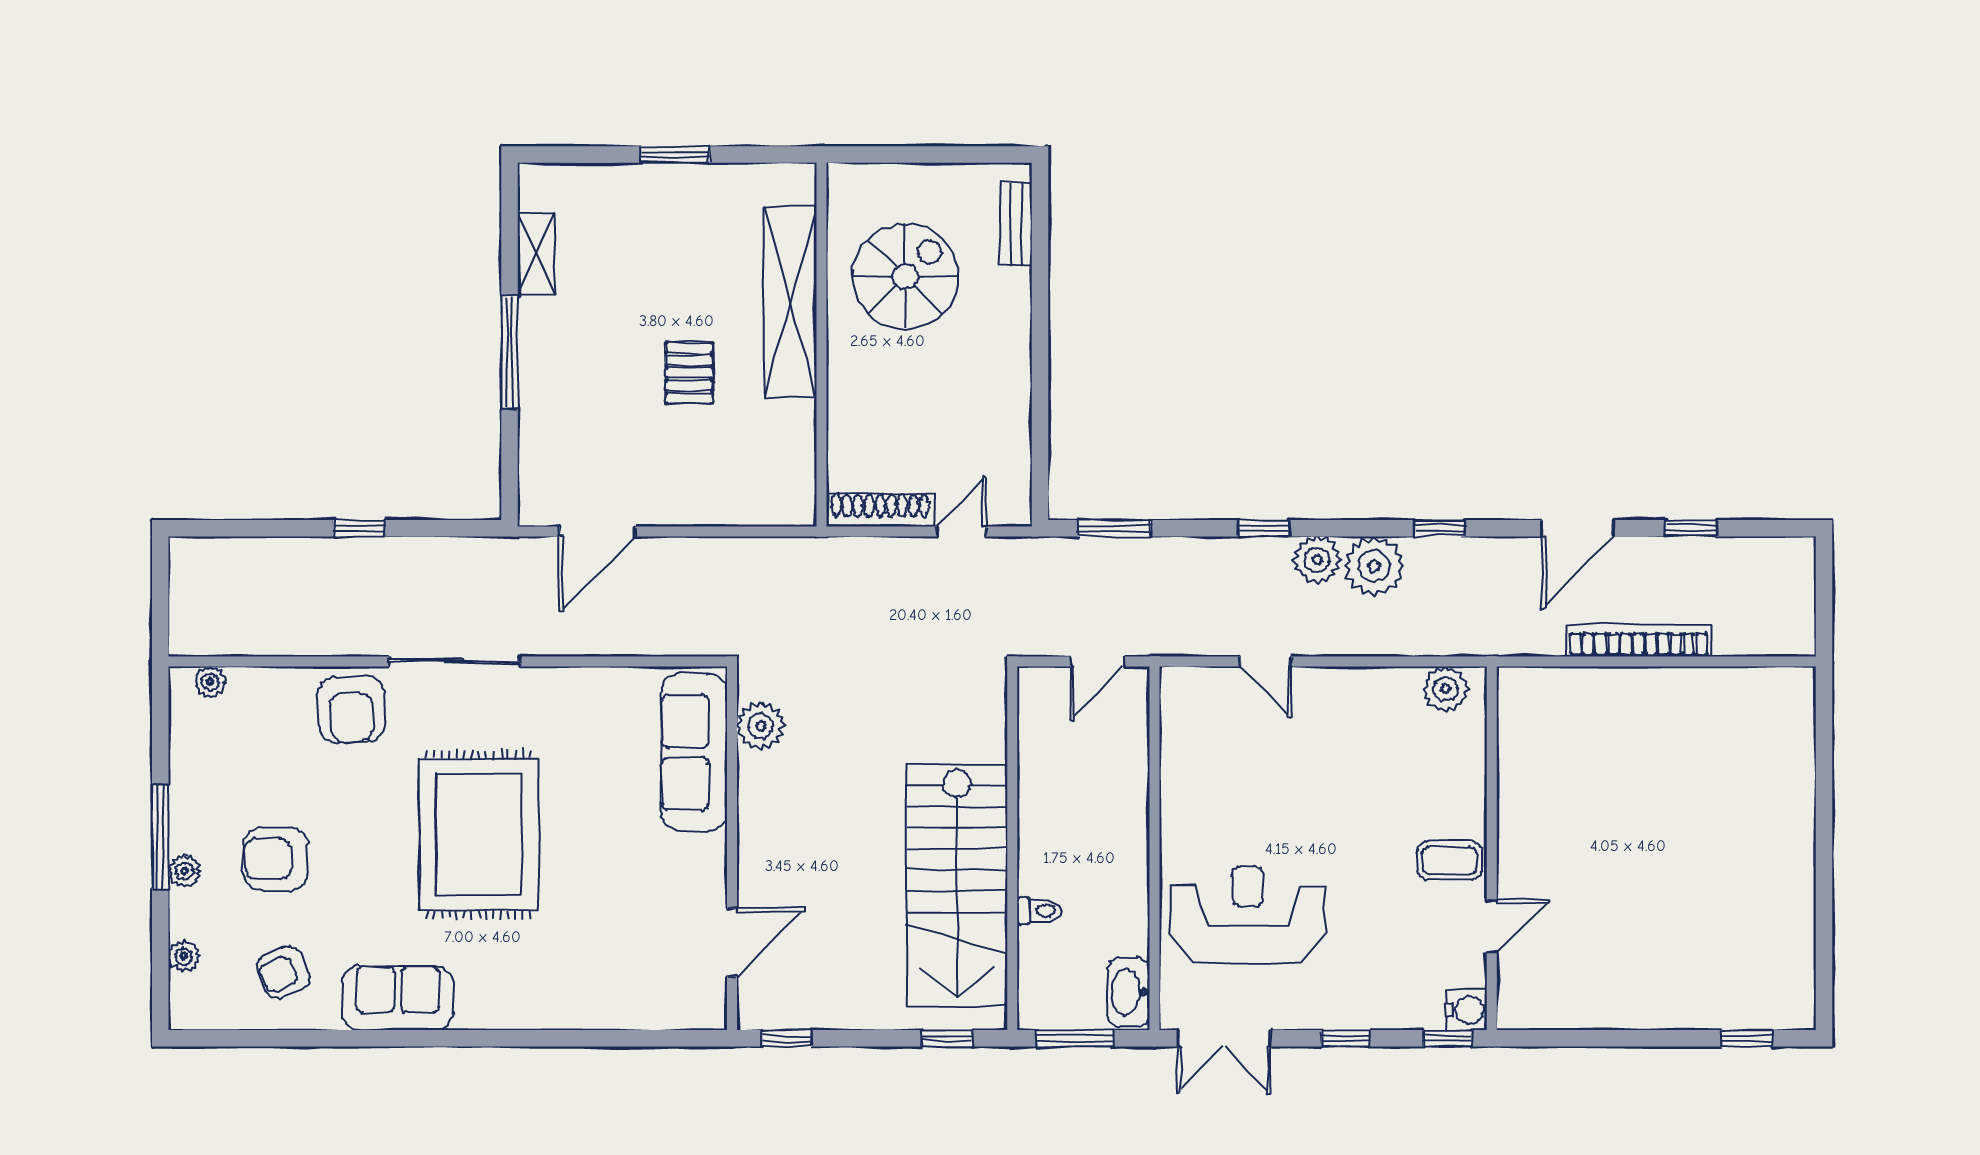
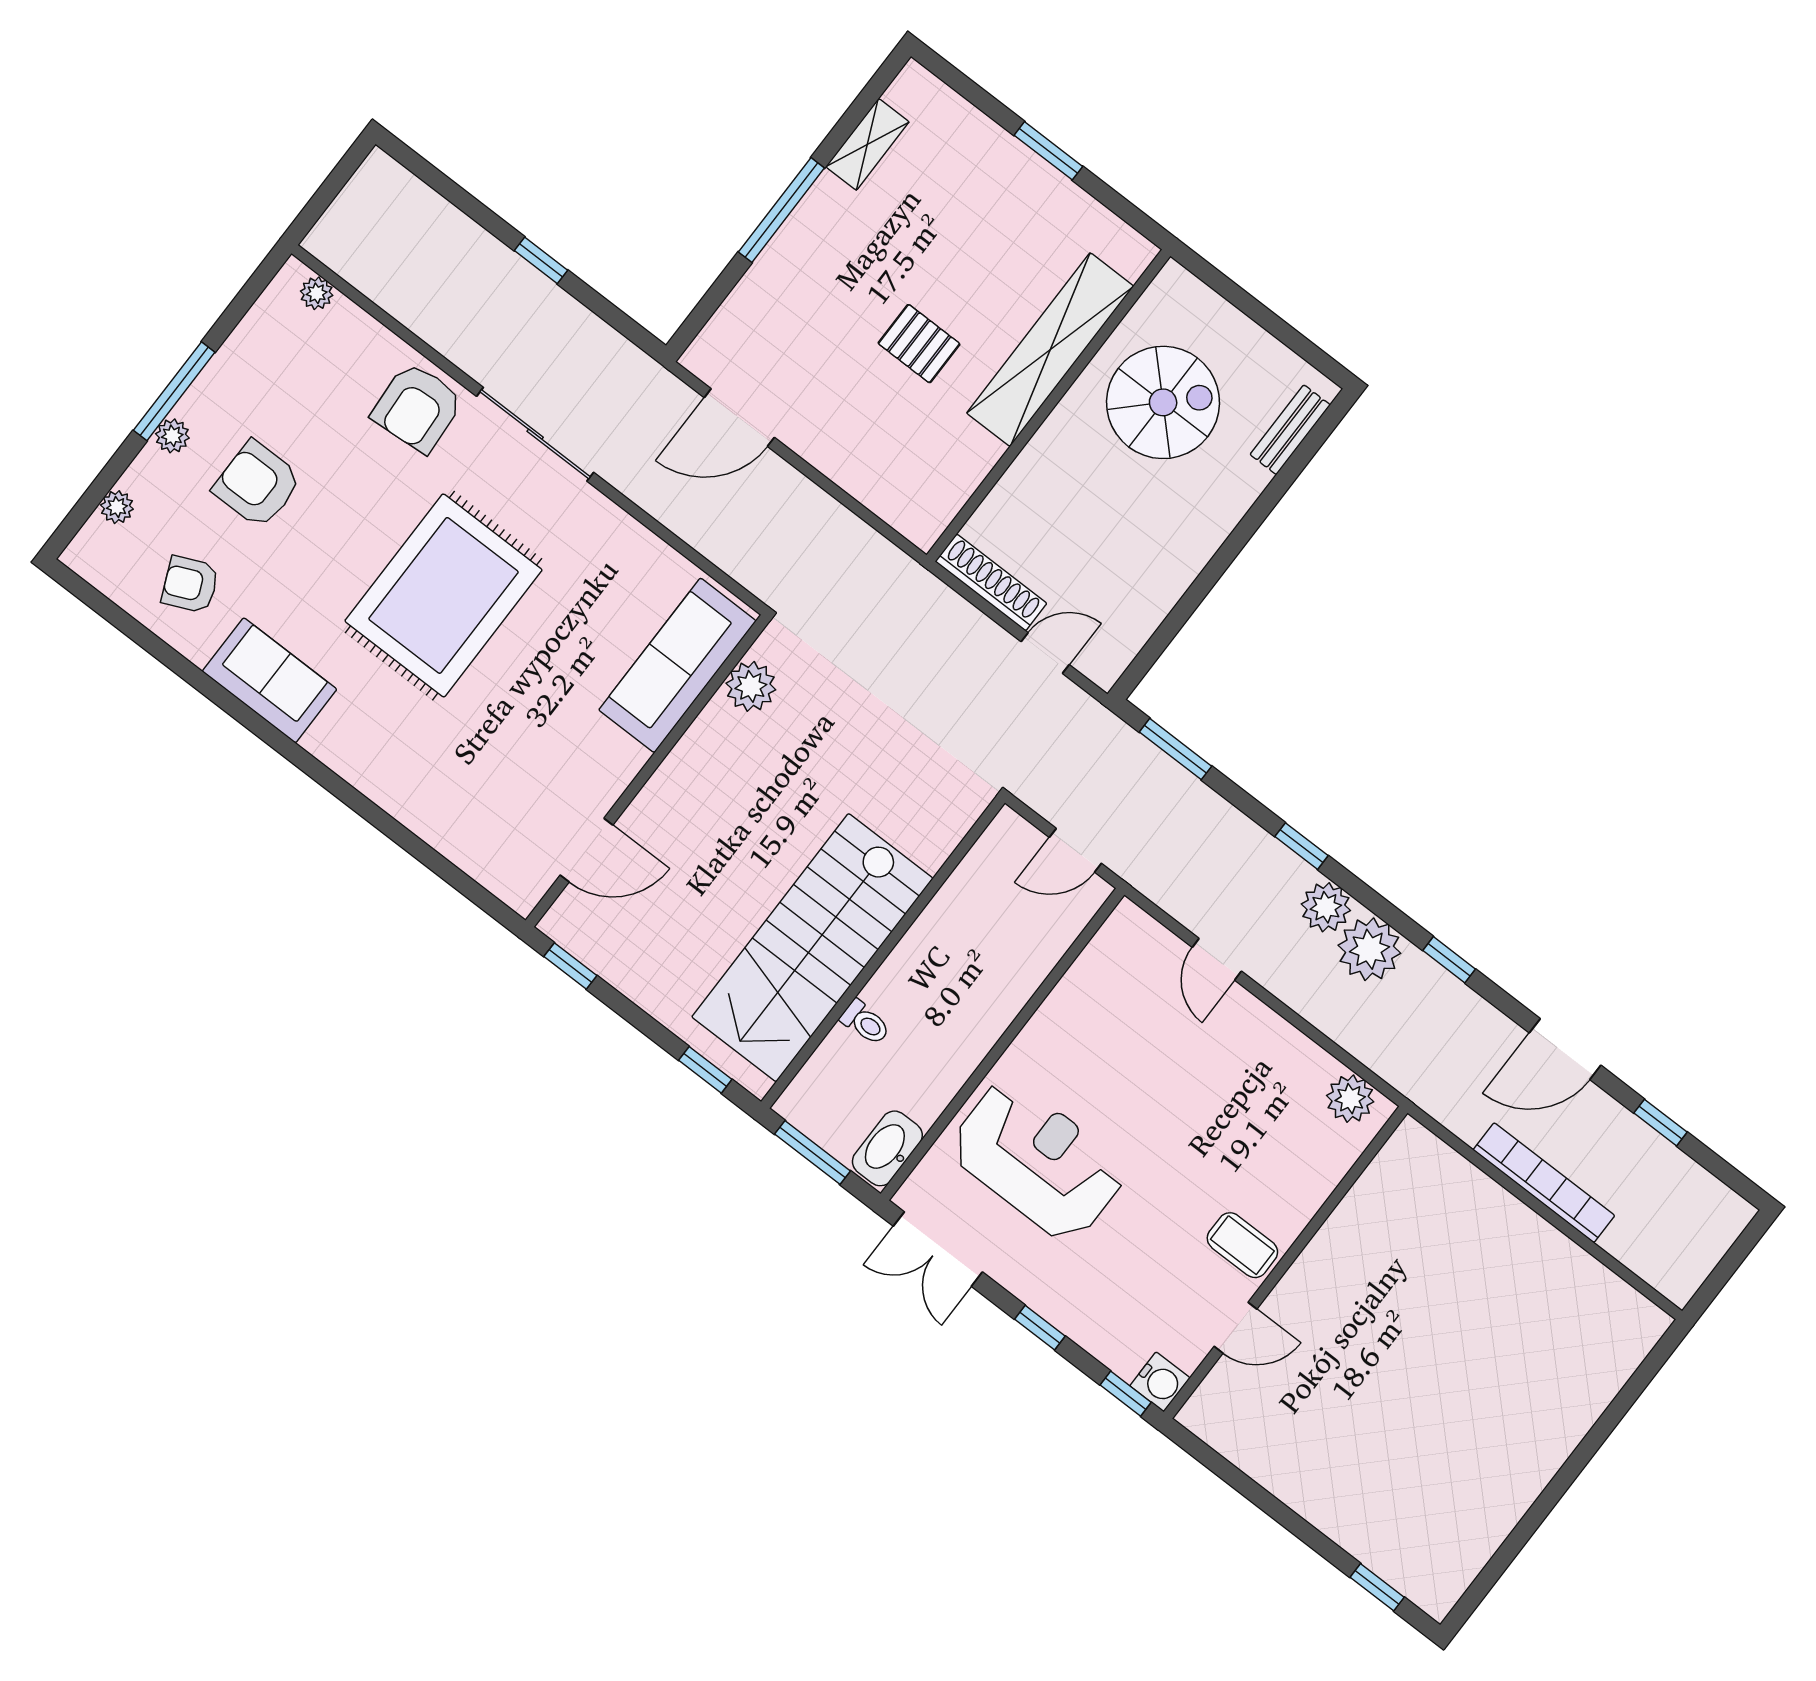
pallet: (689, 373) -> (919, 344), turned 90

